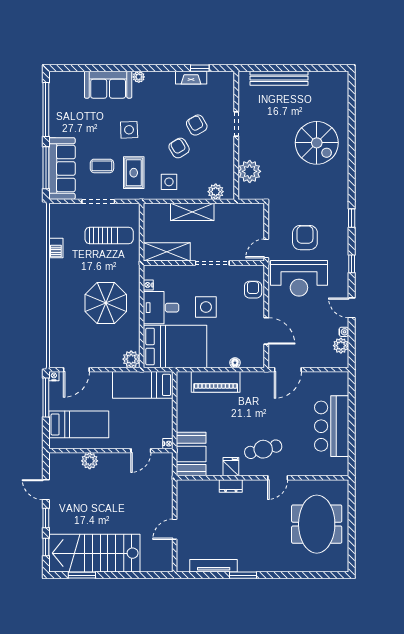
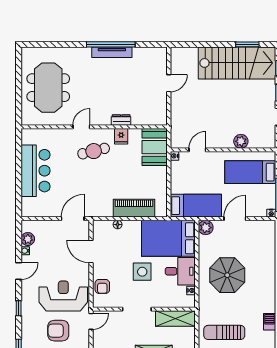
armchair: (305, 238) -> (58, 331), turned 90
door: (352, 308) -> (19, 271), hinge flipped
door: (76, 370) -> (235, 219), moved
tv unit: (214, 566) -> (112, 52), moved
window: (243, 575) -> (111, 44), width x2.11

